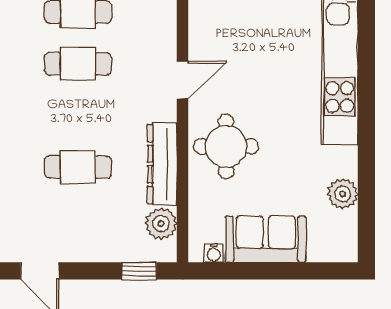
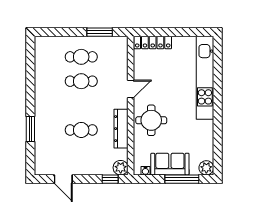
plant: (343, 194) -> (206, 168), moved
plant: (161, 223) -> (121, 168), moved
window: (291, 271) -> (182, 179), added

